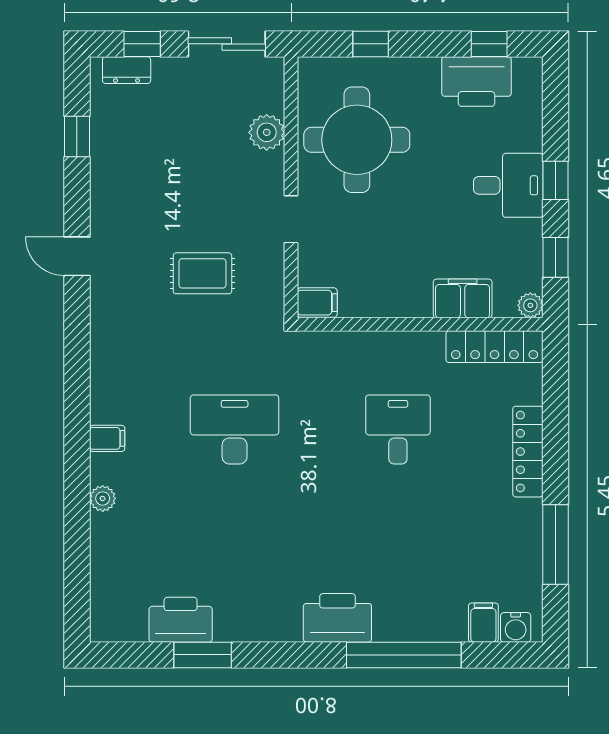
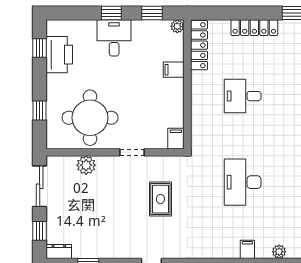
dresser: (127, 70) -> (59, 251), moved, turned -90
filing cabinet: (463, 298) -> (174, 70), width x0.50

